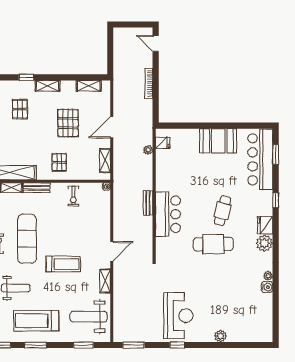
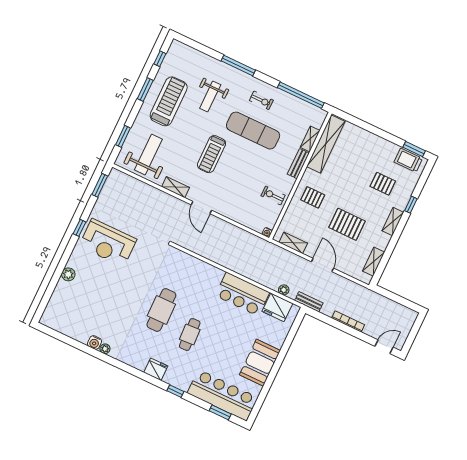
fridge: (163, 143) -> (277, 307), width x1.88, depth x1.34
bench: (148, 203) -> (309, 302), moved
cafe table: (223, 211) -> (190, 334), turned 72
bar counter: (168, 214) -> (242, 294), moved
plant: (264, 243) -> (139, 360), removed

